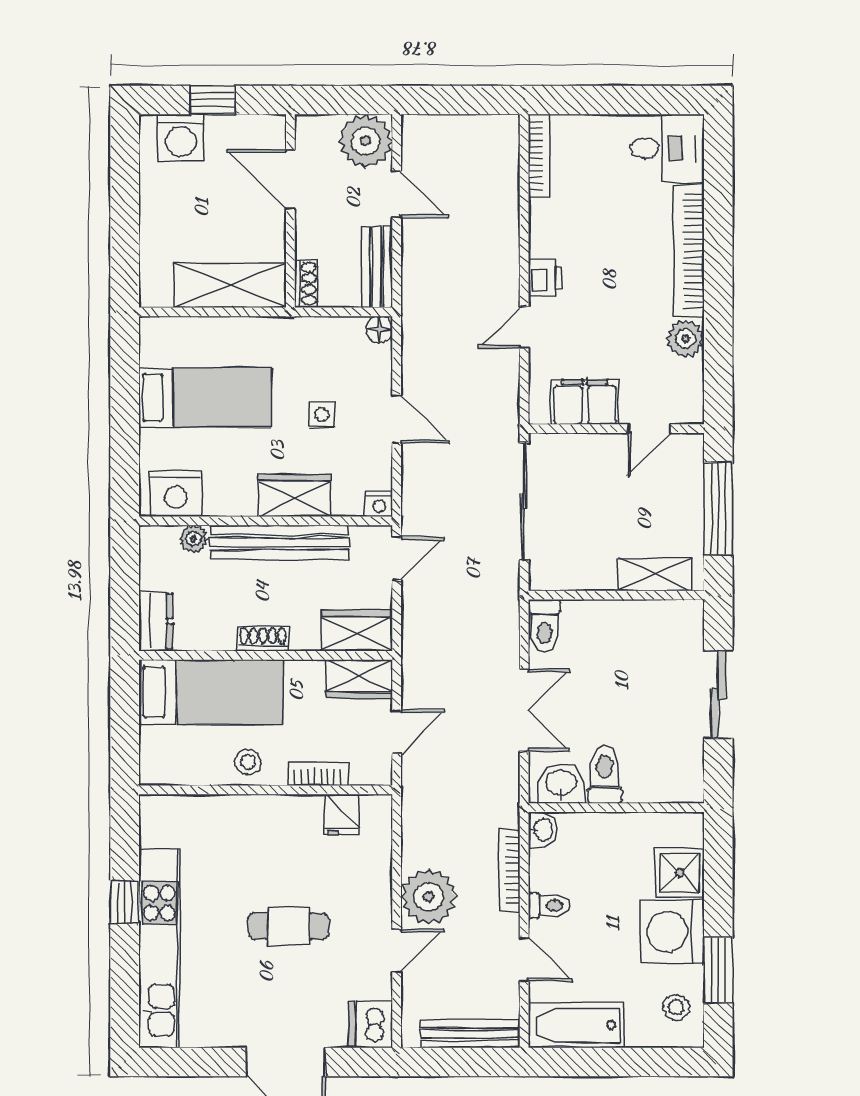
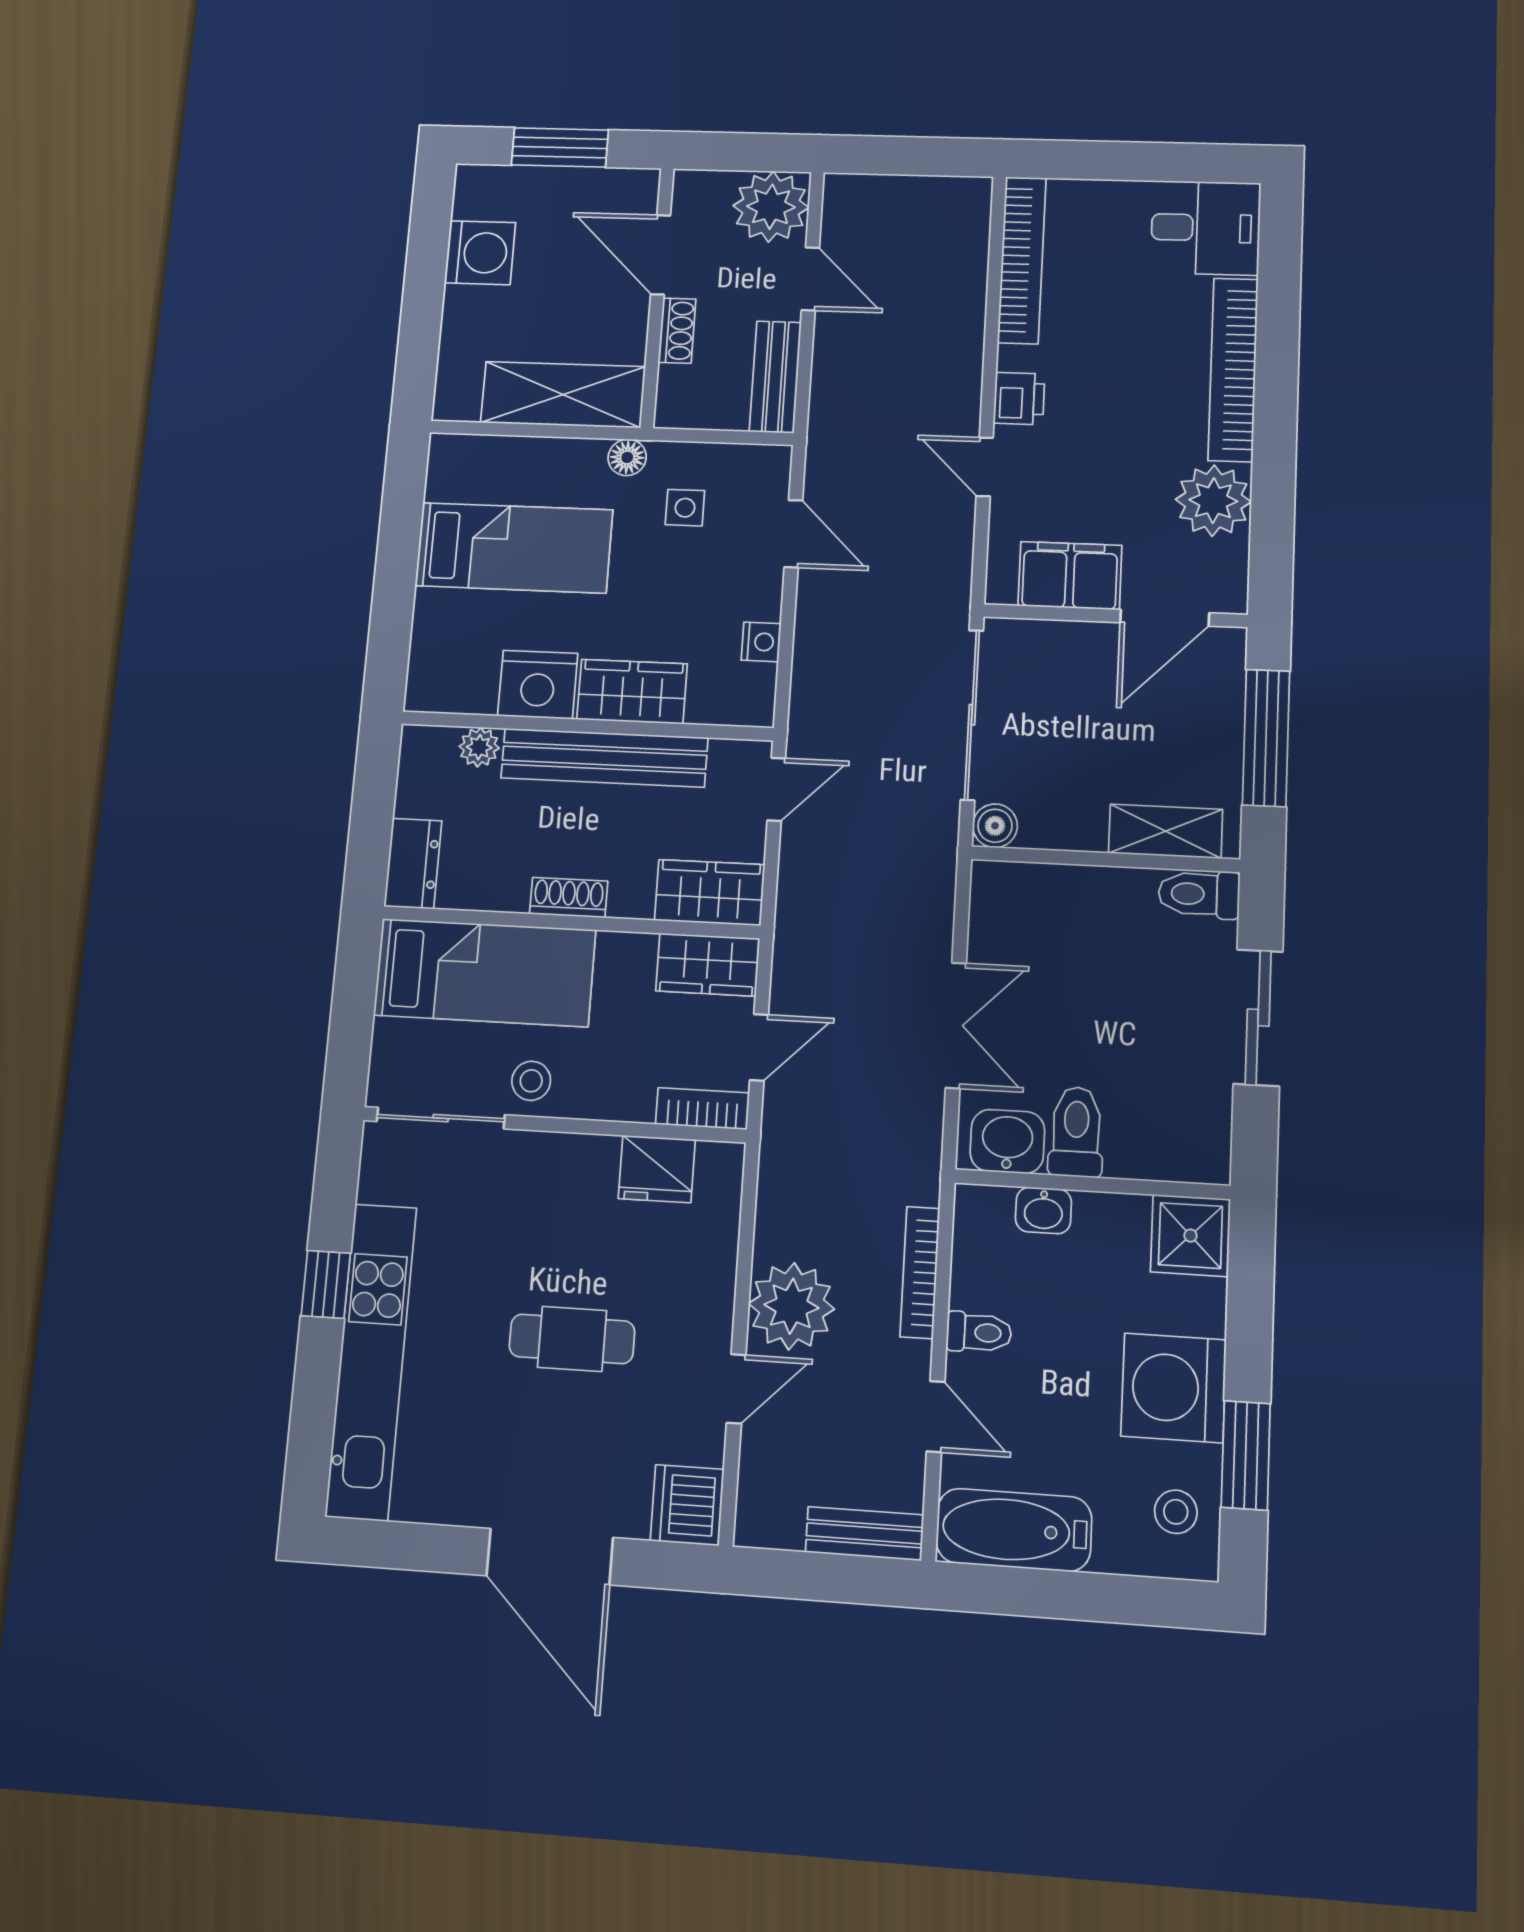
window: (212, 100) -> (560, 147), width x1.50
washing machine: (181, 138) -> (480, 253), moved, turned -90
bookcase: (539, 156) -> (1022, 260), width x1.48, depth x1.31
shoe rack: (306, 284) -> (677, 331), moved
door: (524, 327) -> (985, 467), hinge flipped
floor lamp: (379, 329) -> (627, 457), moved
plant: (685, 339) -> (1213, 501), width x1.36, depth x1.36
side table: (322, 414) -> (685, 508), moved
door: (397, 419) -> (793, 534), moved
door: (649, 429) -> (1165, 618), width x1.38
nightstand: (176, 494) -> (538, 685), moved
nightstand: (379, 504) -> (761, 642), moved, turned -90
boiler: (543, 576) -> (995, 826), added
toilet: (544, 626) -> (1199, 894), moved, turned 90
bookcase: (318, 774) -> (702, 1109), moved
sliding door: (190, 790) -> (441, 1118), added
fridge: (342, 815) -> (657, 1169), width x1.38
washbasin: (543, 830) -> (1043, 1210), moved, turned 90
shower: (680, 873) -> (1190, 1236), moved
bench: (470, 1034) -> (865, 1534), width x0.73

